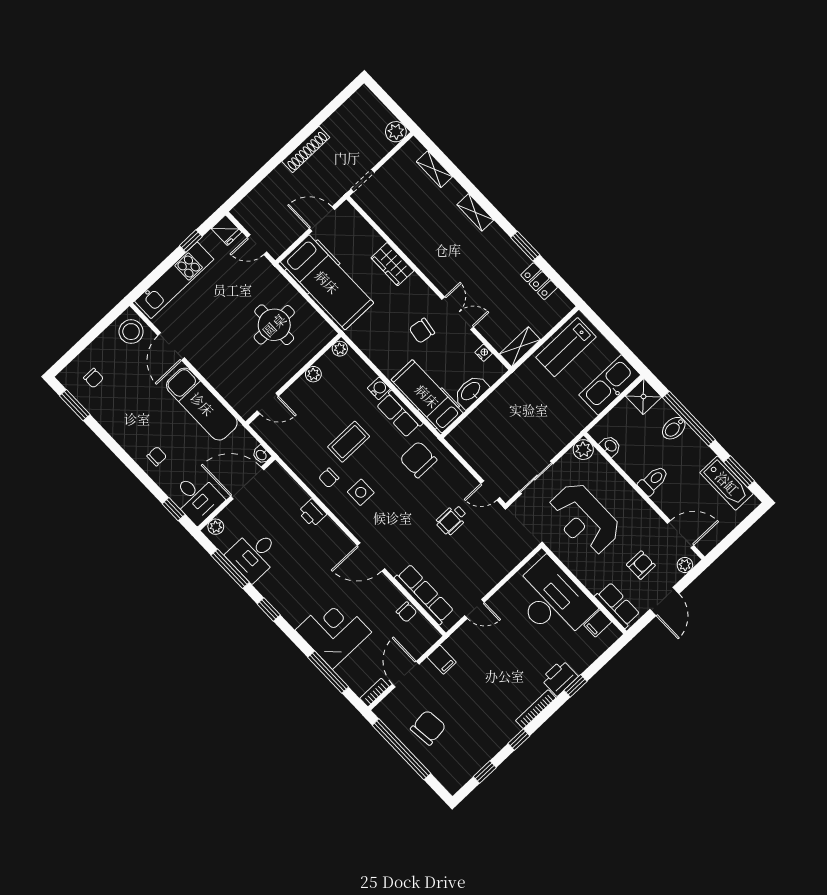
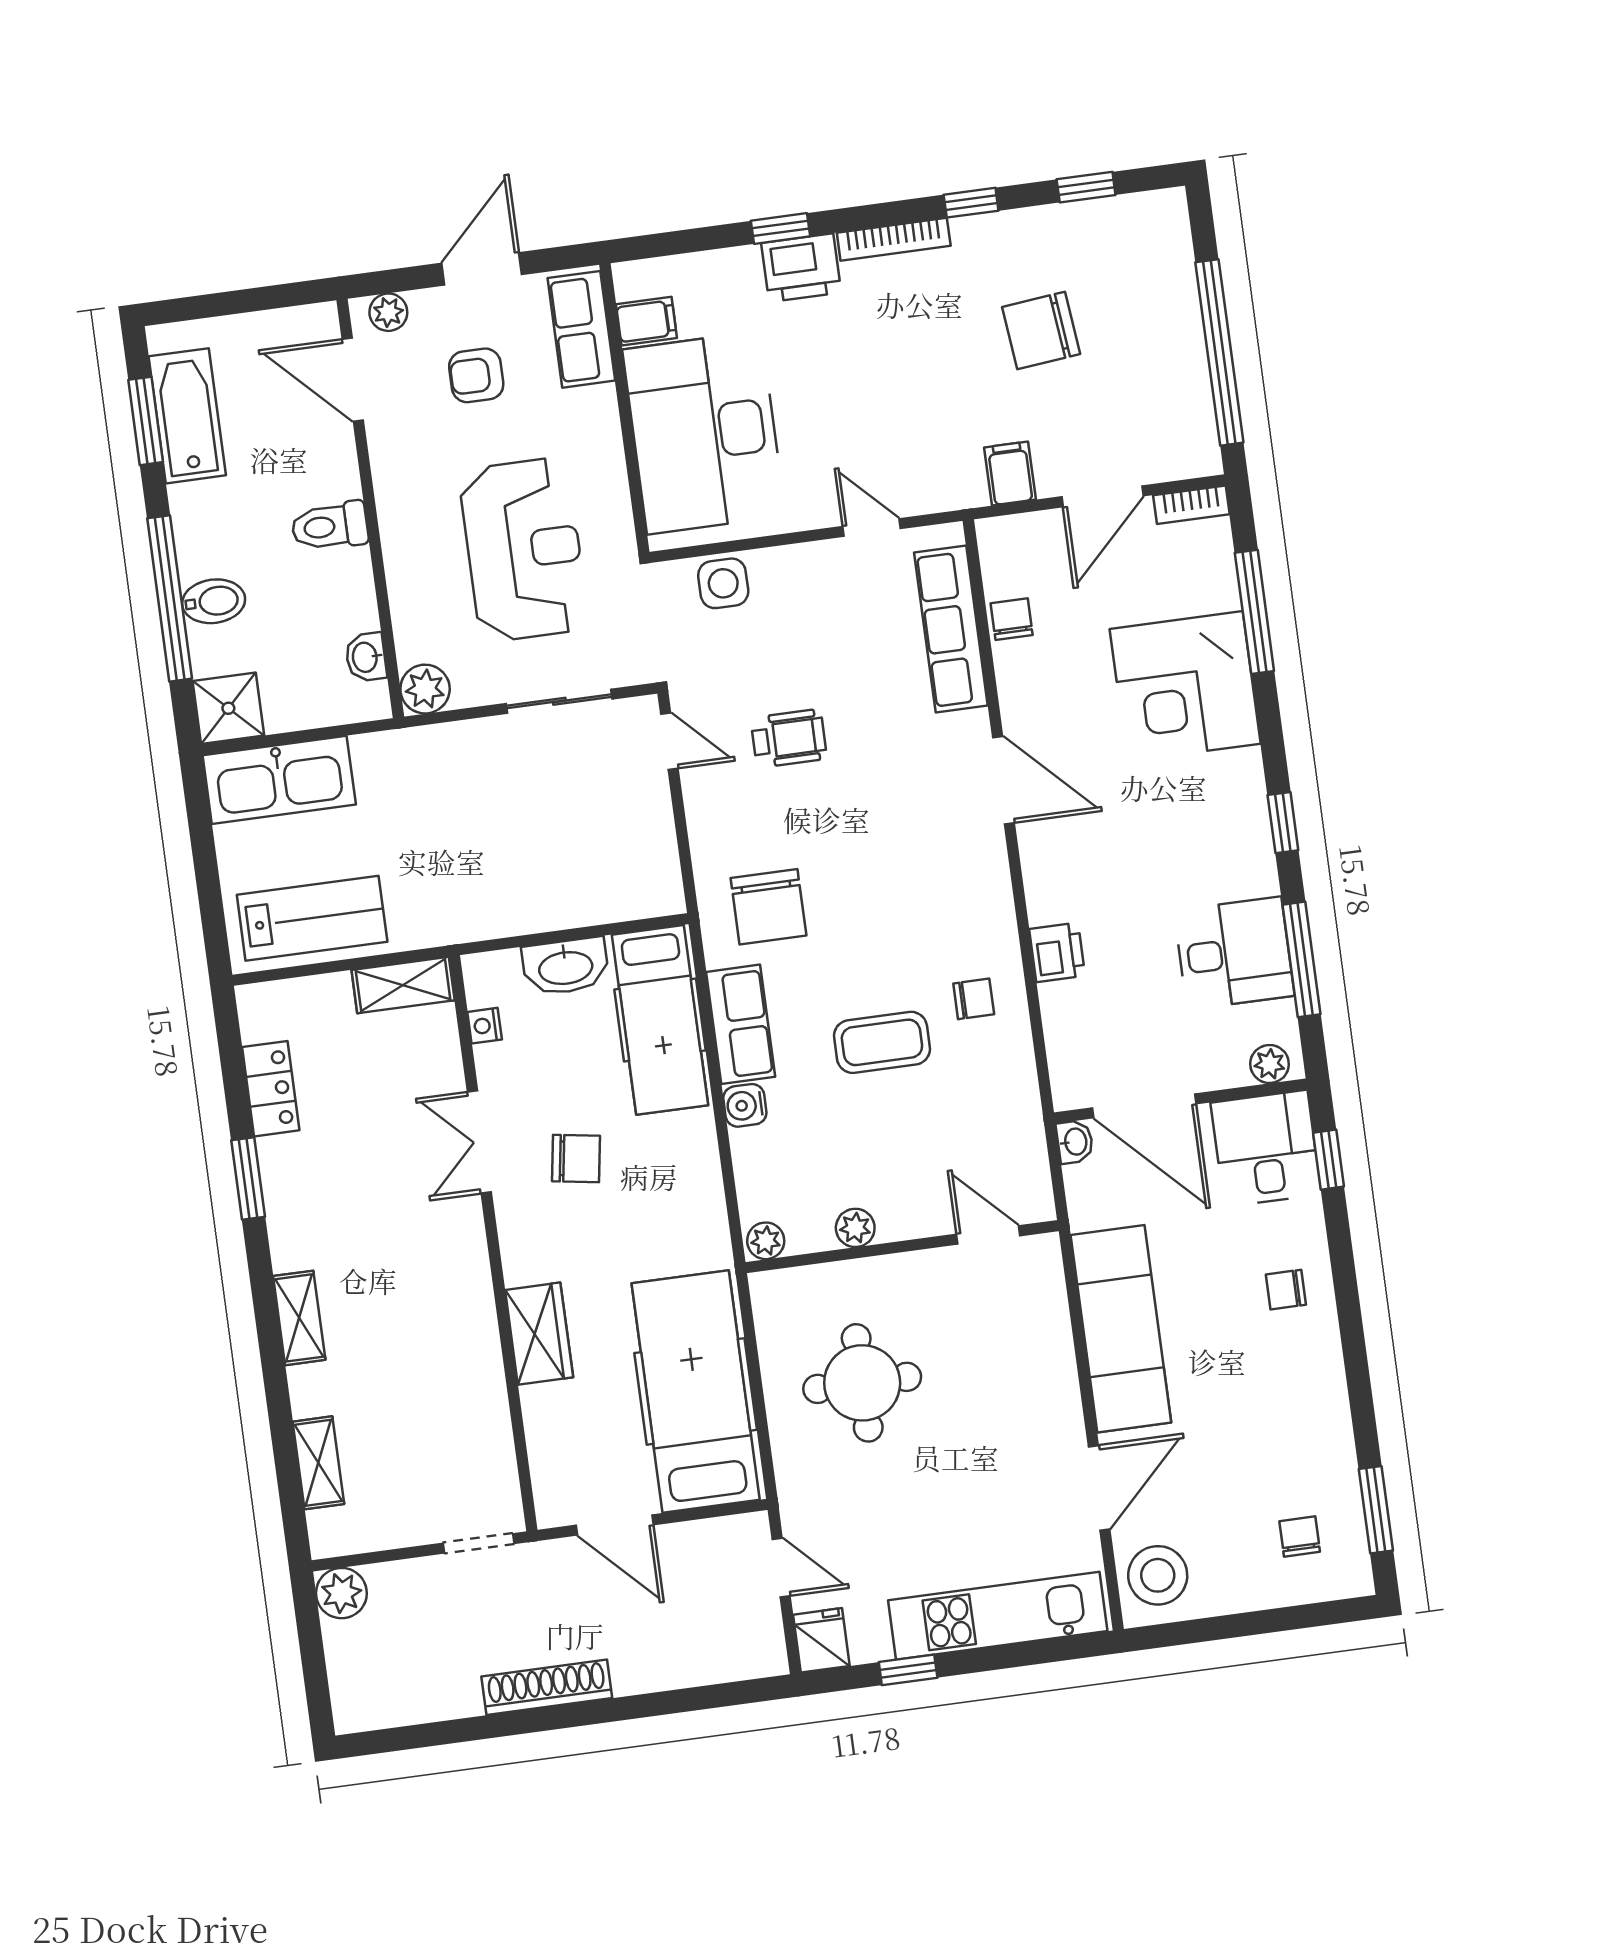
side table: (361, 492) -> (723, 583), moved
chair: (428, 728) -> (1041, 330), moved

